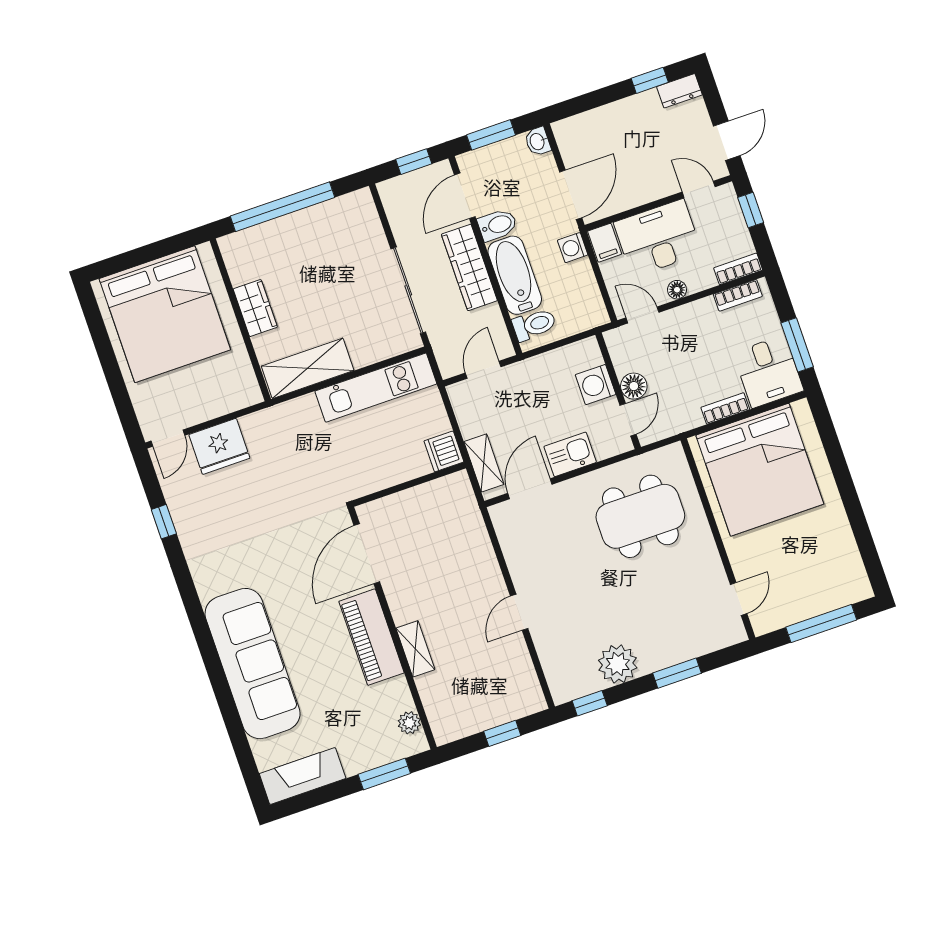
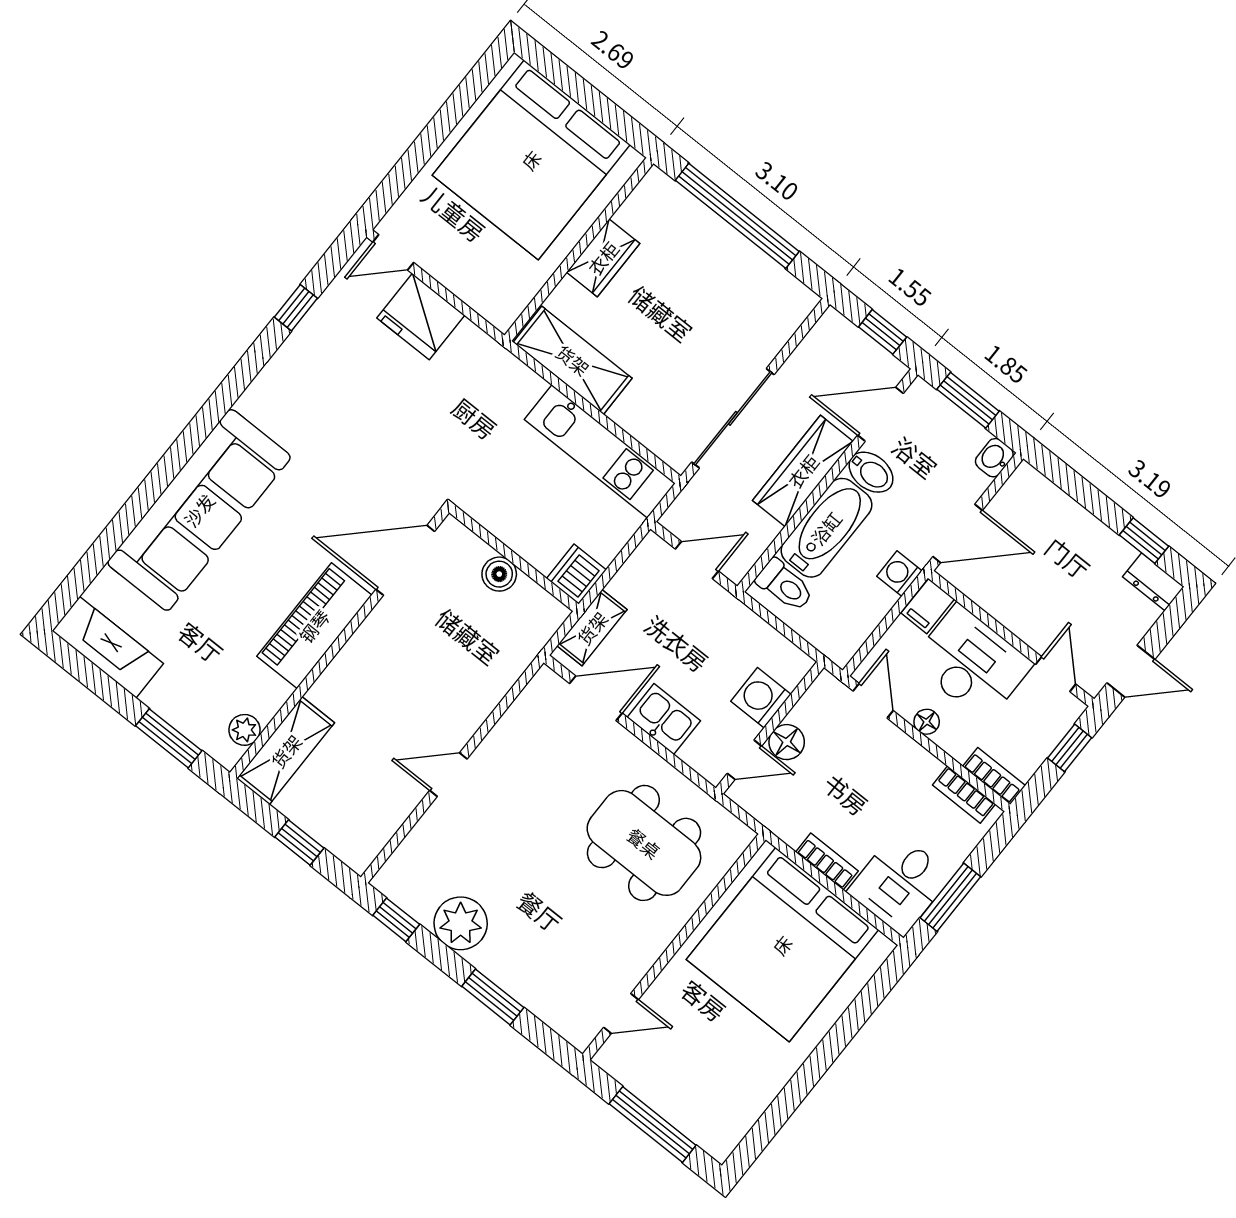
boiler: (413, 500) -> (499, 574), added
shelving: (415, 649) -> (286, 751), moved, width x1.50, depth x1.33

